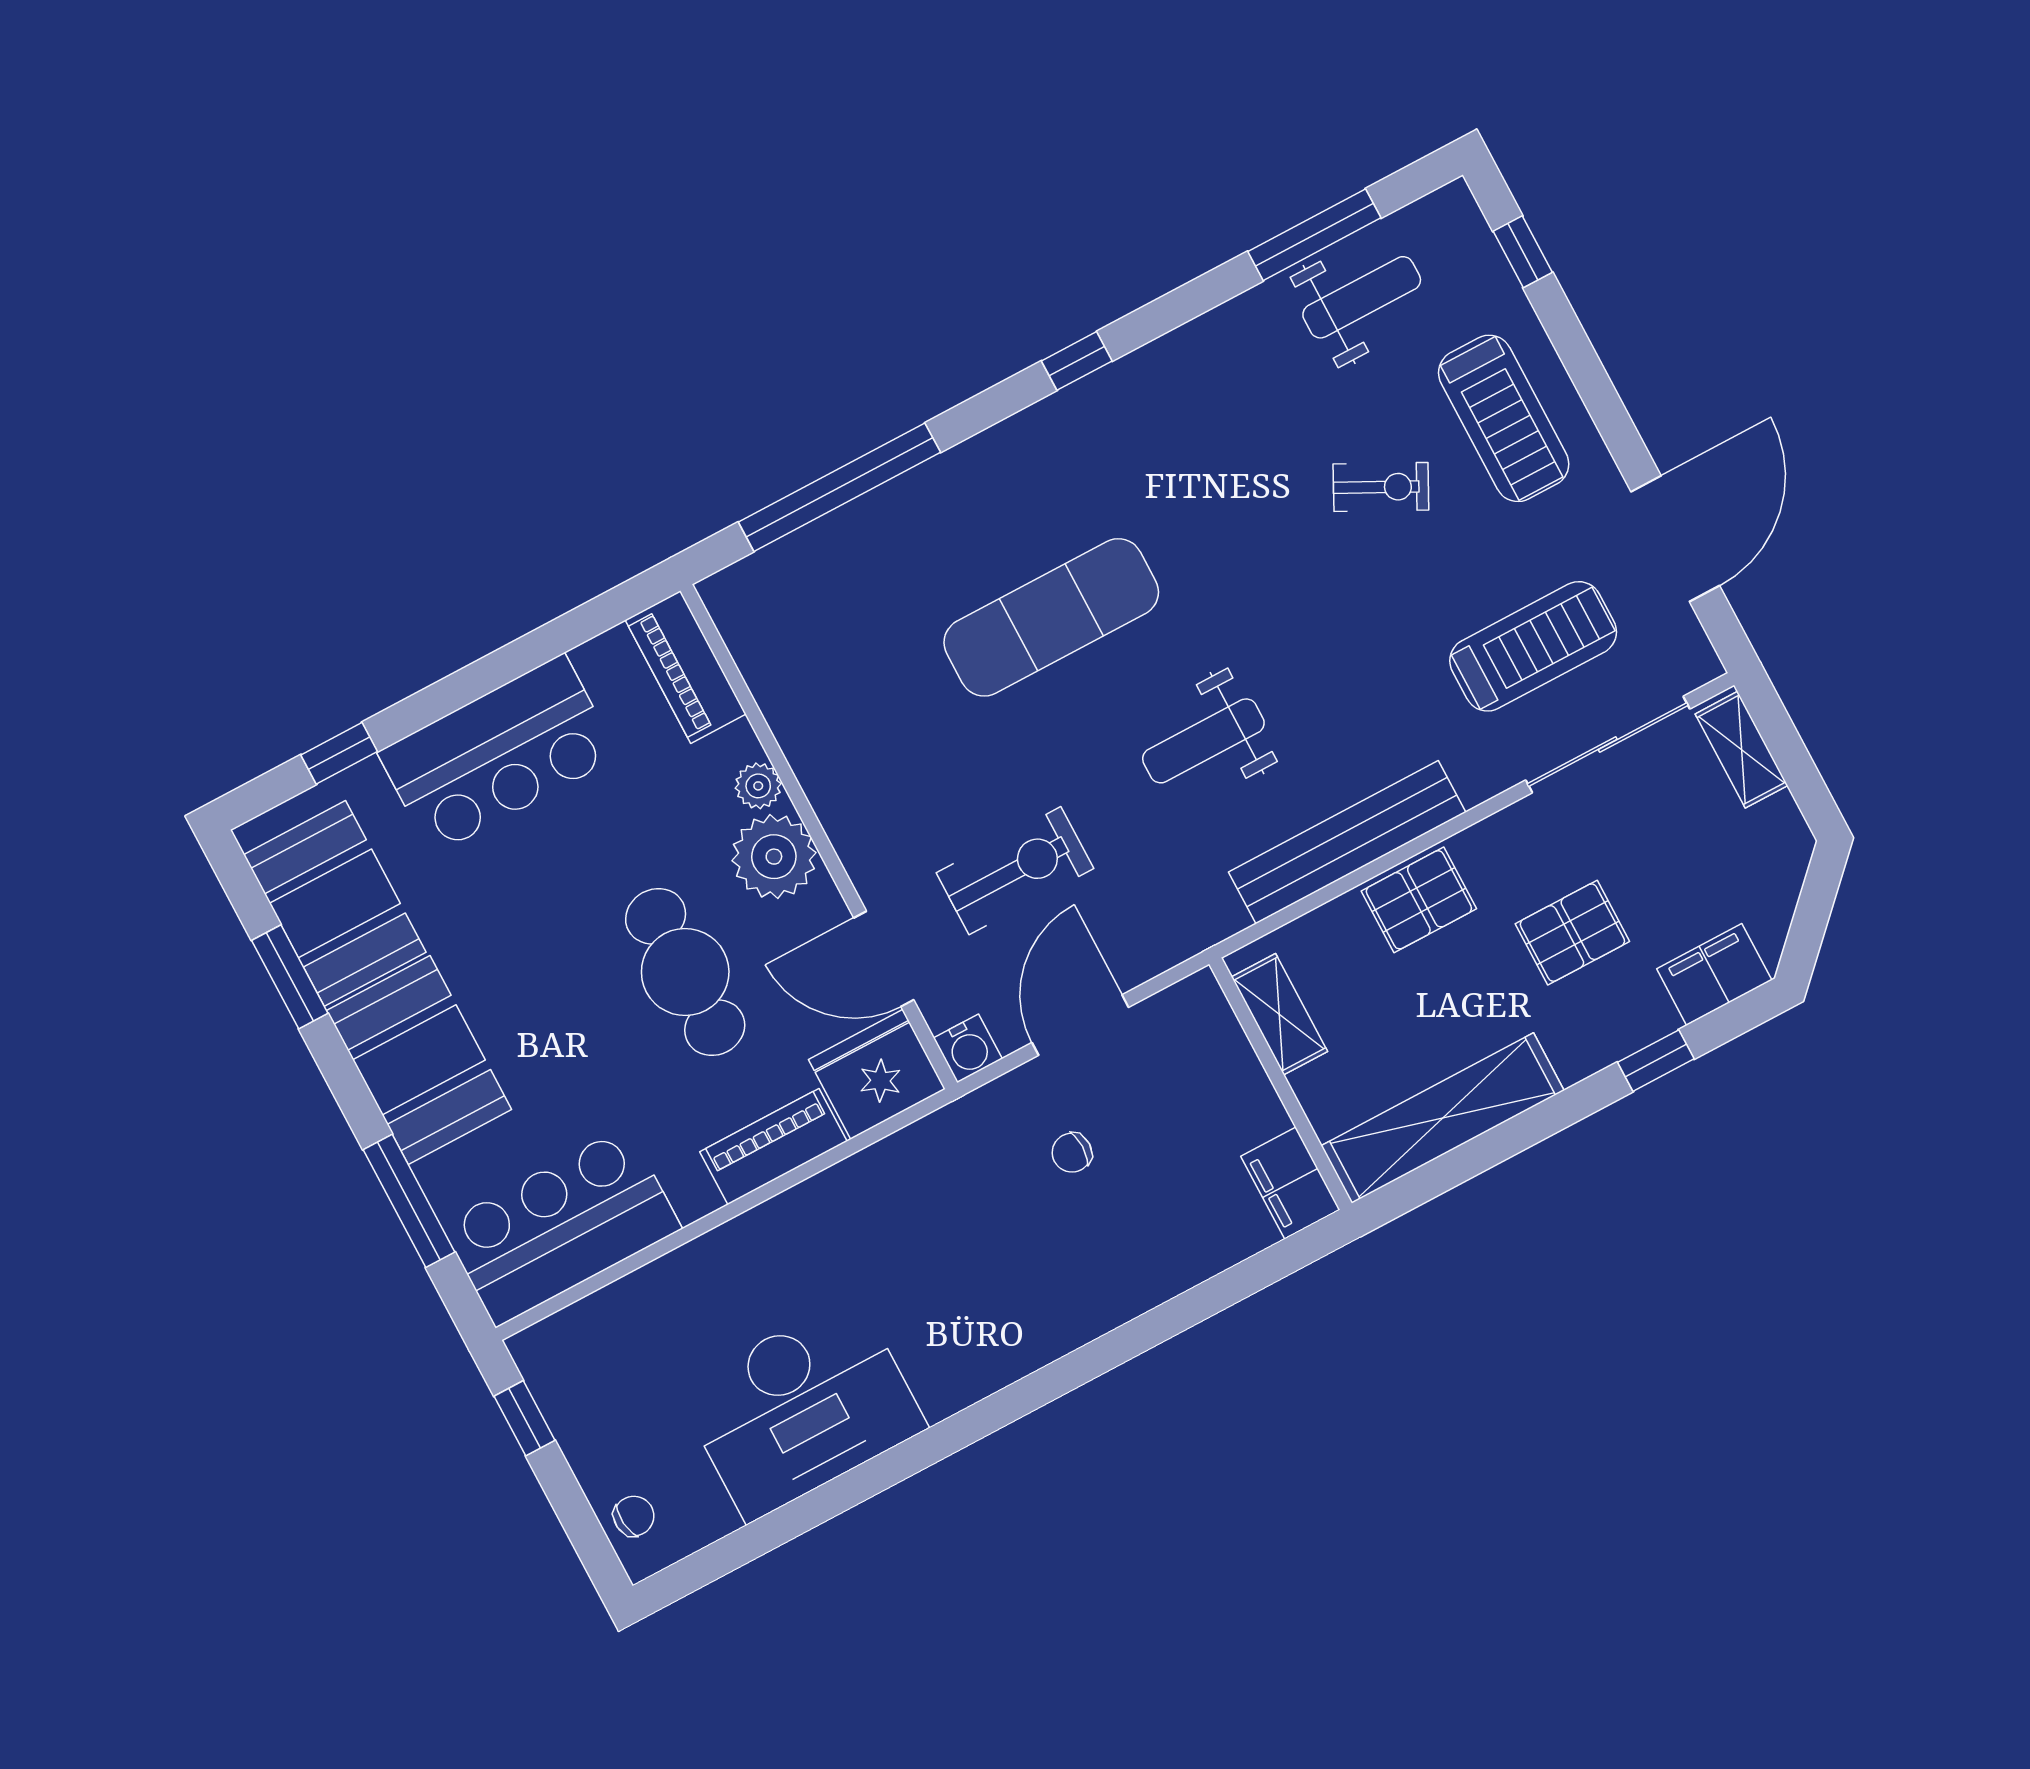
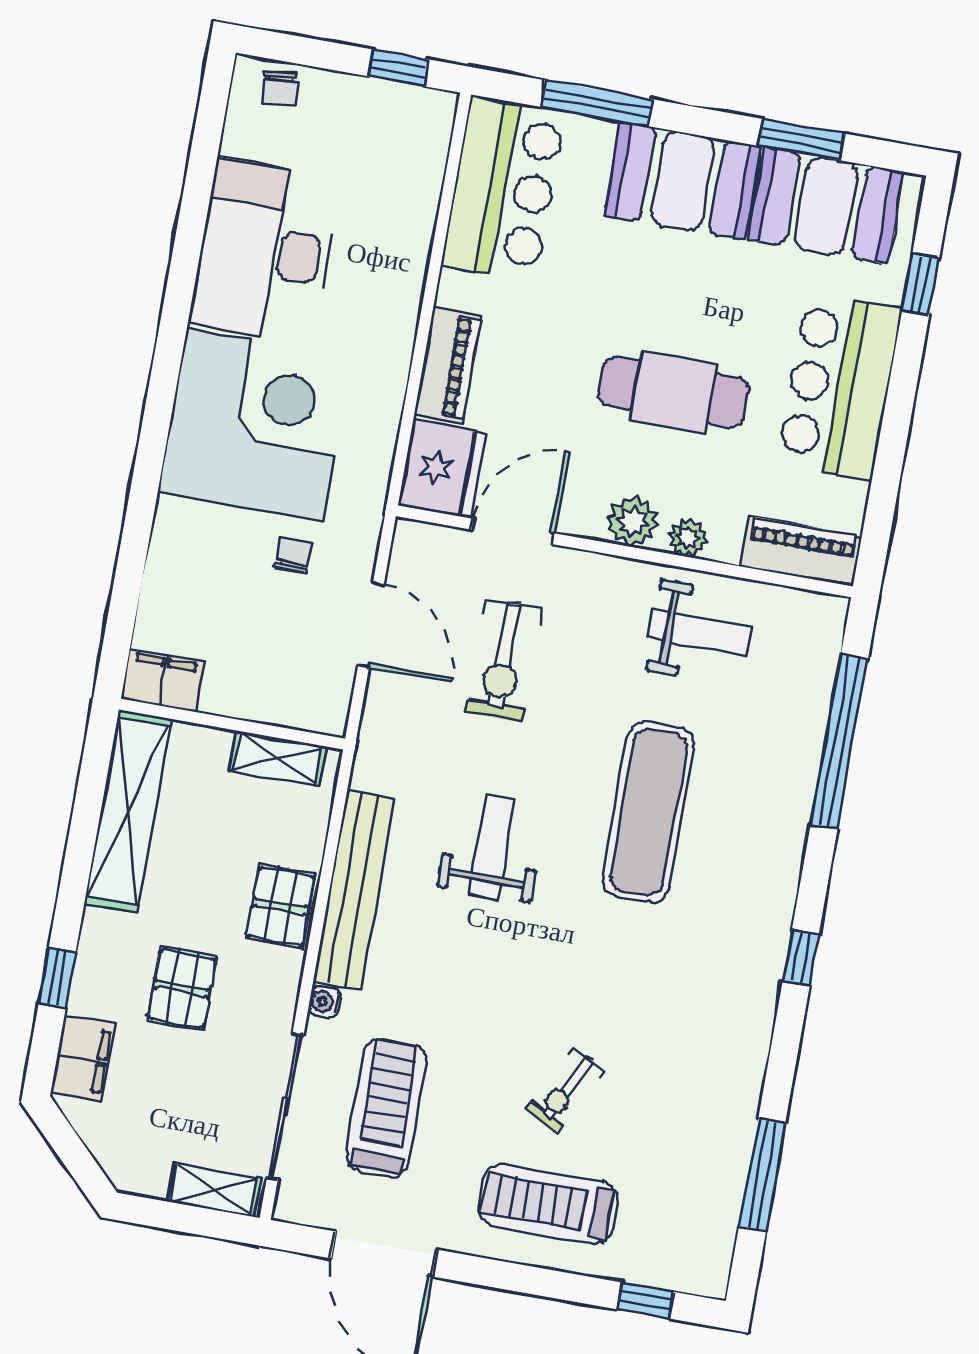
weight bench: (1362, 297) -> (699, 632), moved, turned -90
treadmill: (1533, 646) -> (386, 1108), turned 180
plant: (774, 857) -> (633, 522), width x0.73, depth x0.73
cafe table: (685, 972) -> (674, 392), moved
water cooler: (968, 1048) -> (325, 1002), moved, width x0.72, depth x0.72
corner desk: (976, 1288) -> (254, 424), added

